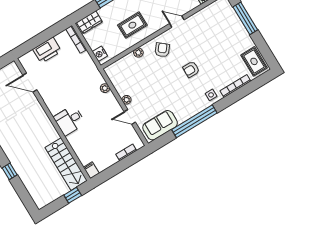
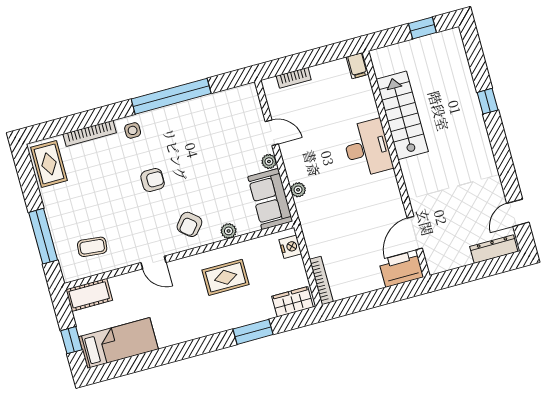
coffee table: (215, 20) -> (92, 247), added
printer: (47, 50) -> (401, 269), moved
door: (30, 83) -> (415, 233), swing flipped
desk: (69, 120) -> (367, 148), width x1.37
sofa: (160, 125) -> (270, 199), moved, turned 90
stairs: (66, 164) -> (402, 115), moved
window: (73, 195) -> (422, 28), moved

